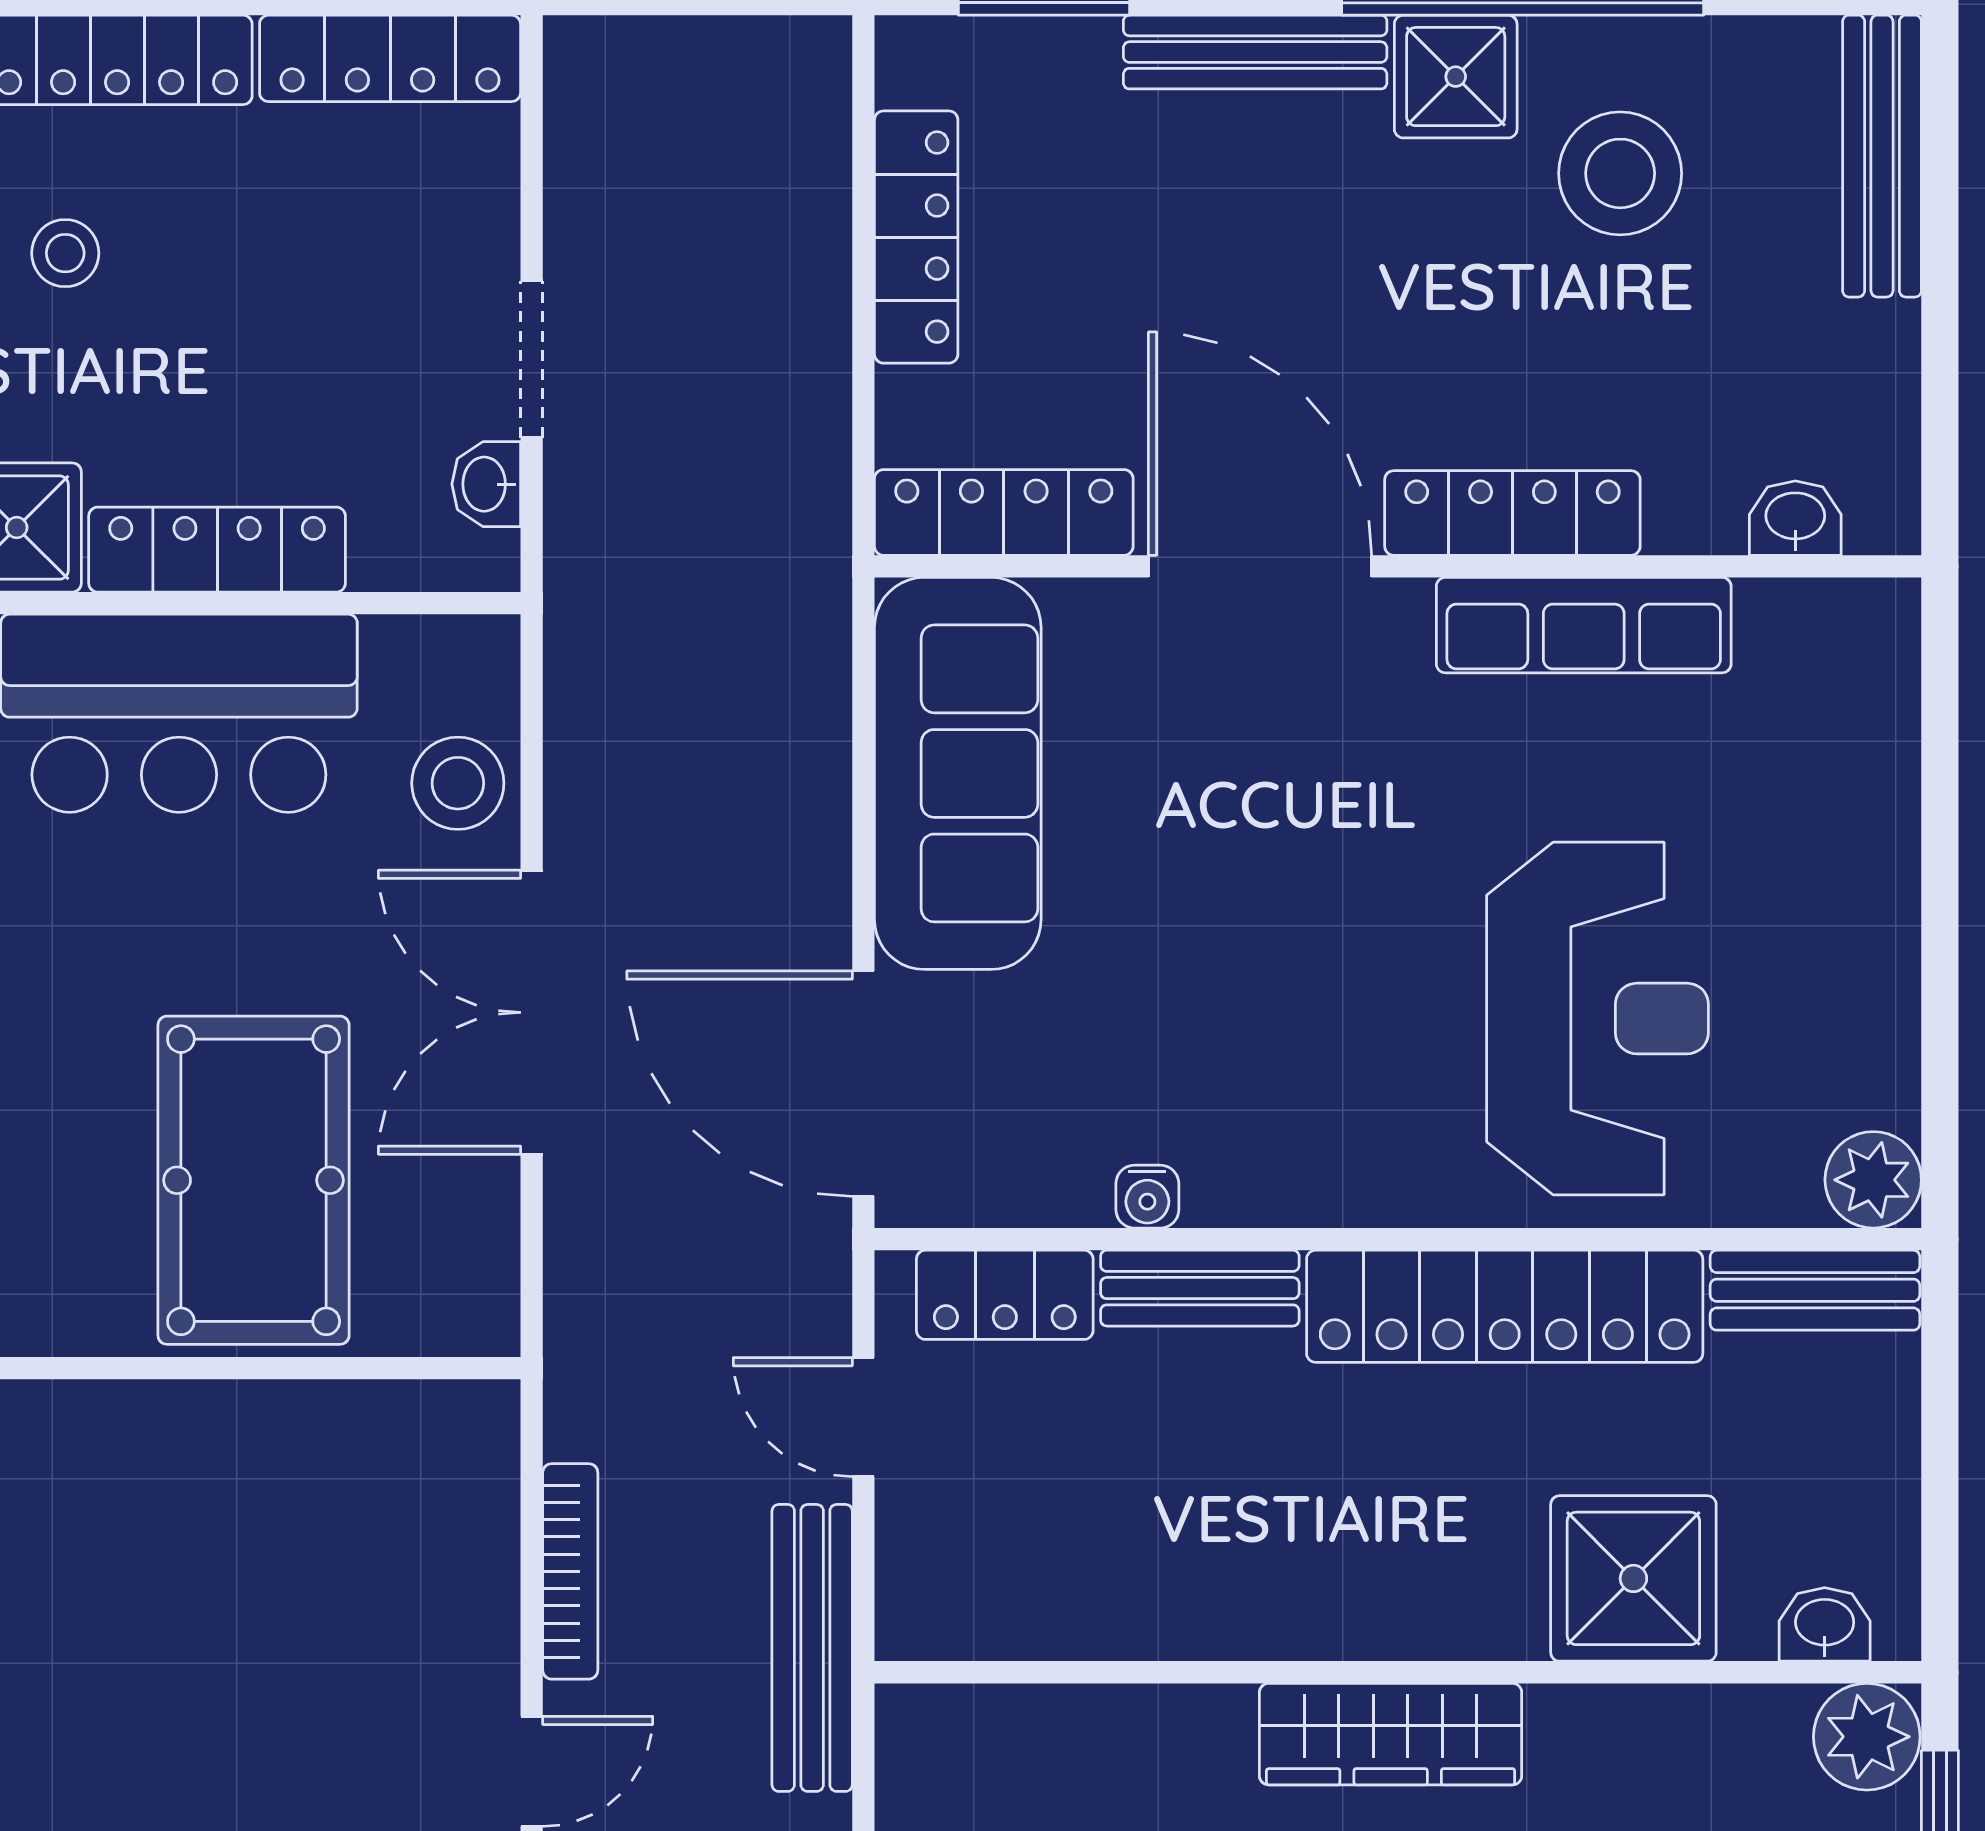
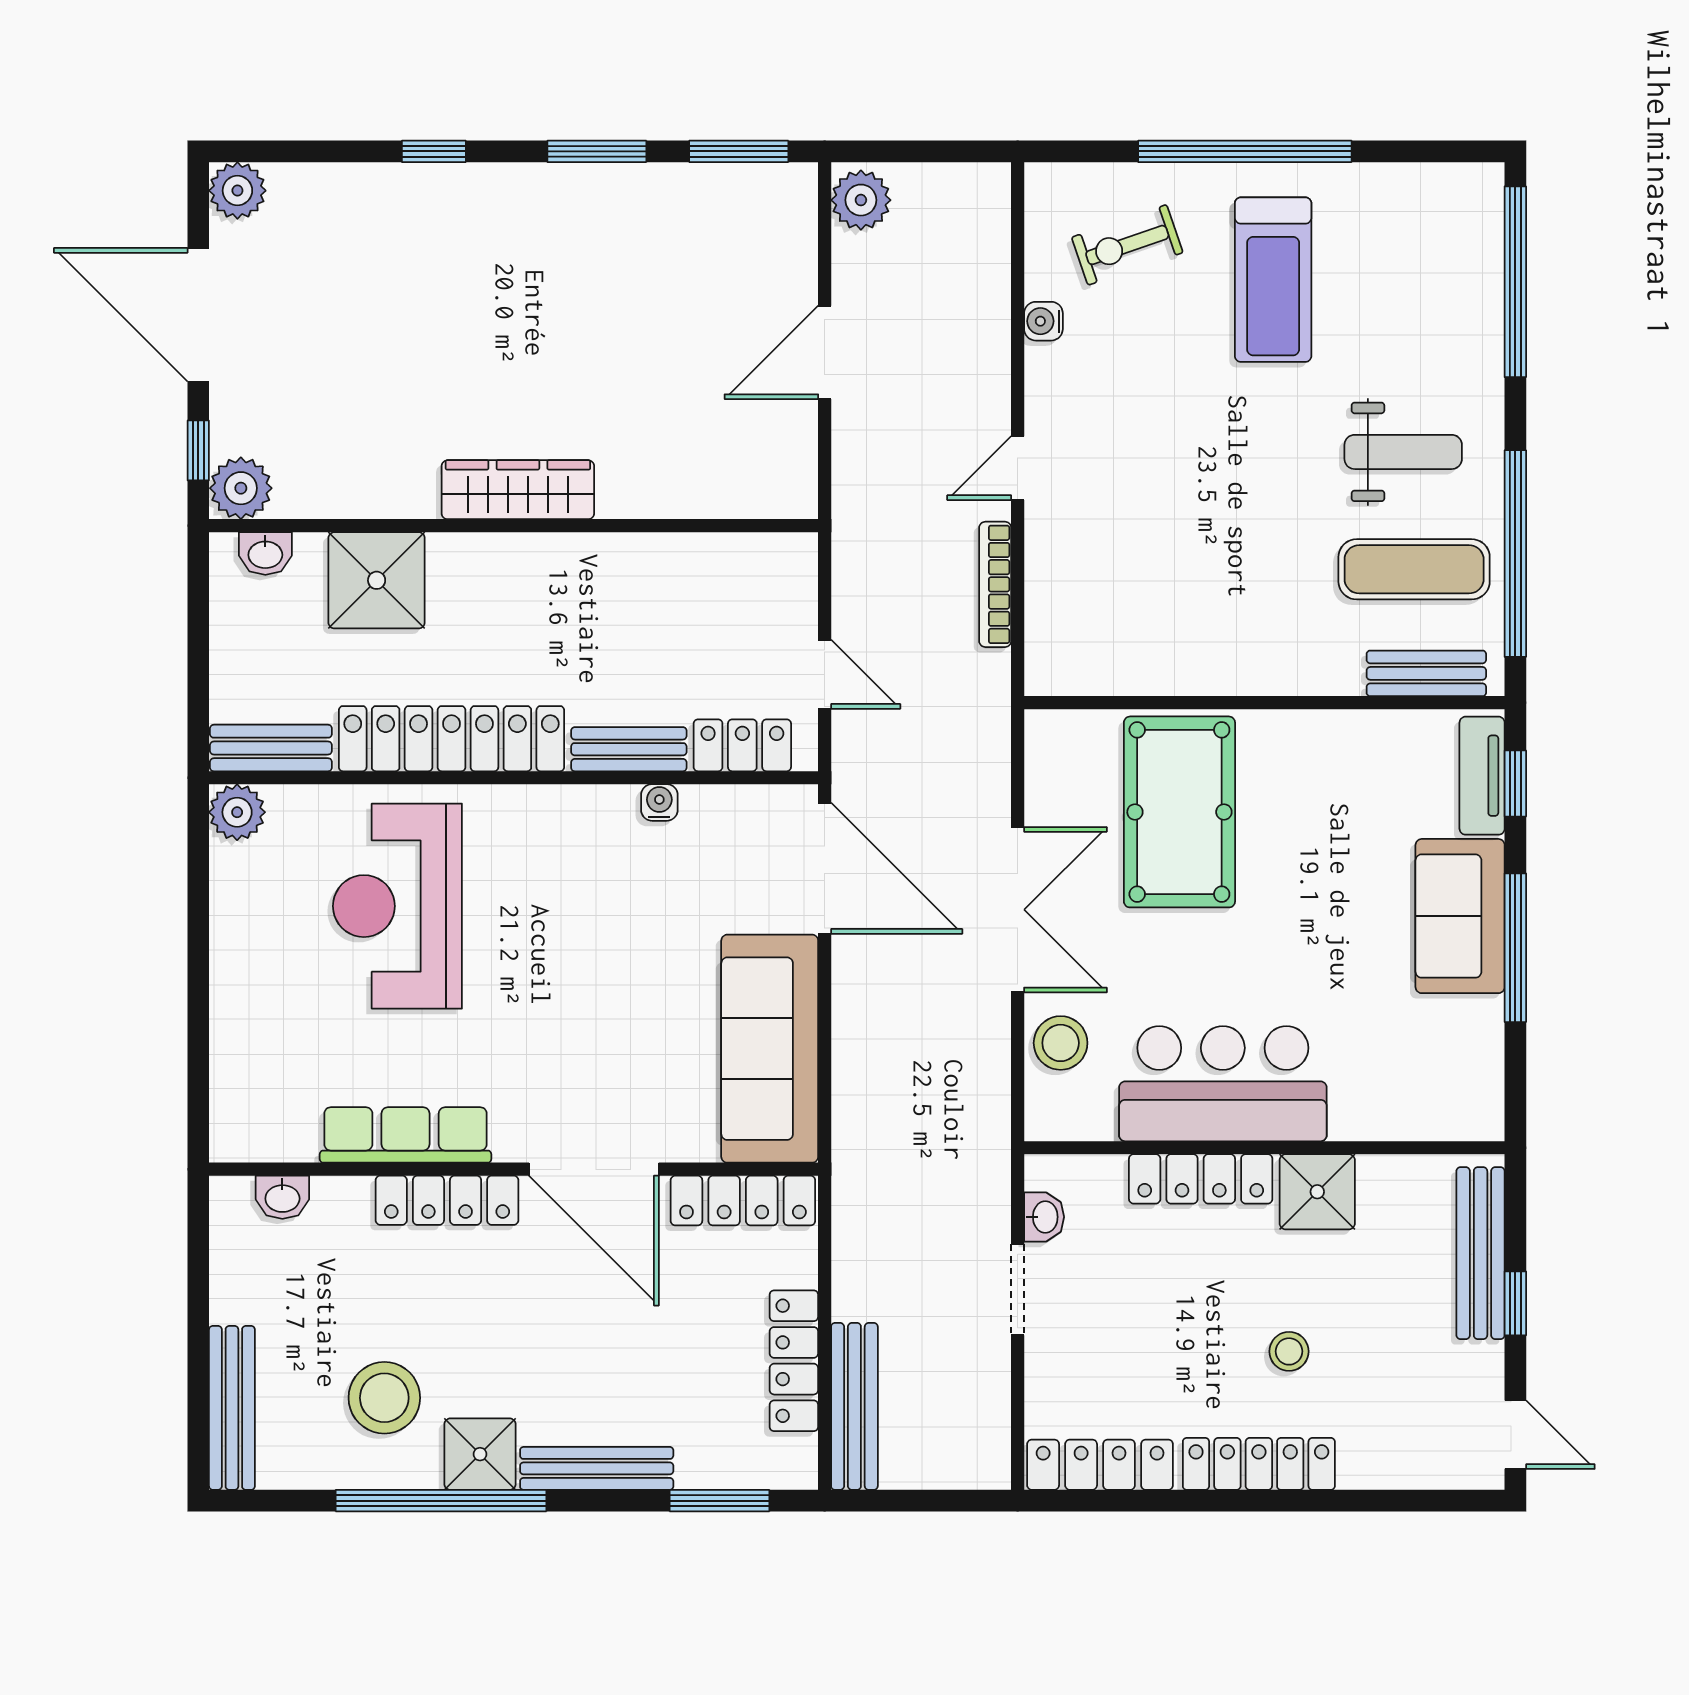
bench: (812, 1648) -> (854, 1406), moved

